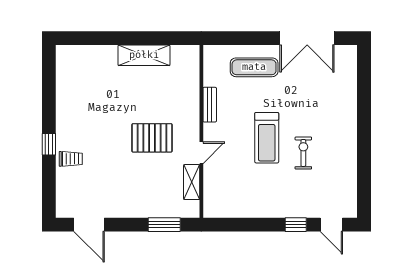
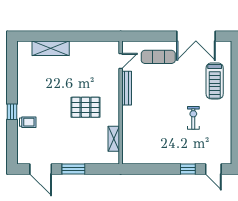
shelving: (144, 55) -> (51, 48), moved
bench: (210, 105) -> (127, 88), width x1.36
treadmill: (267, 138) -> (215, 81), moved
door: (201, 153) -> (121, 61), moved
window: (164, 225) -> (73, 169), moved

